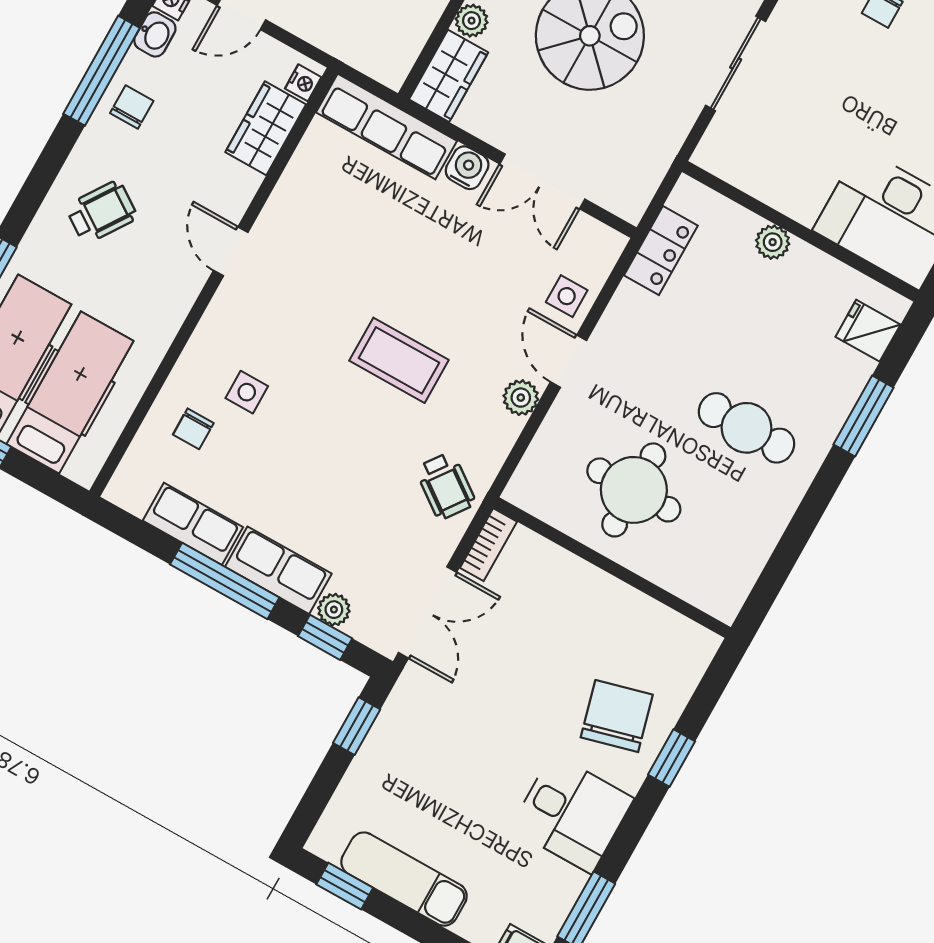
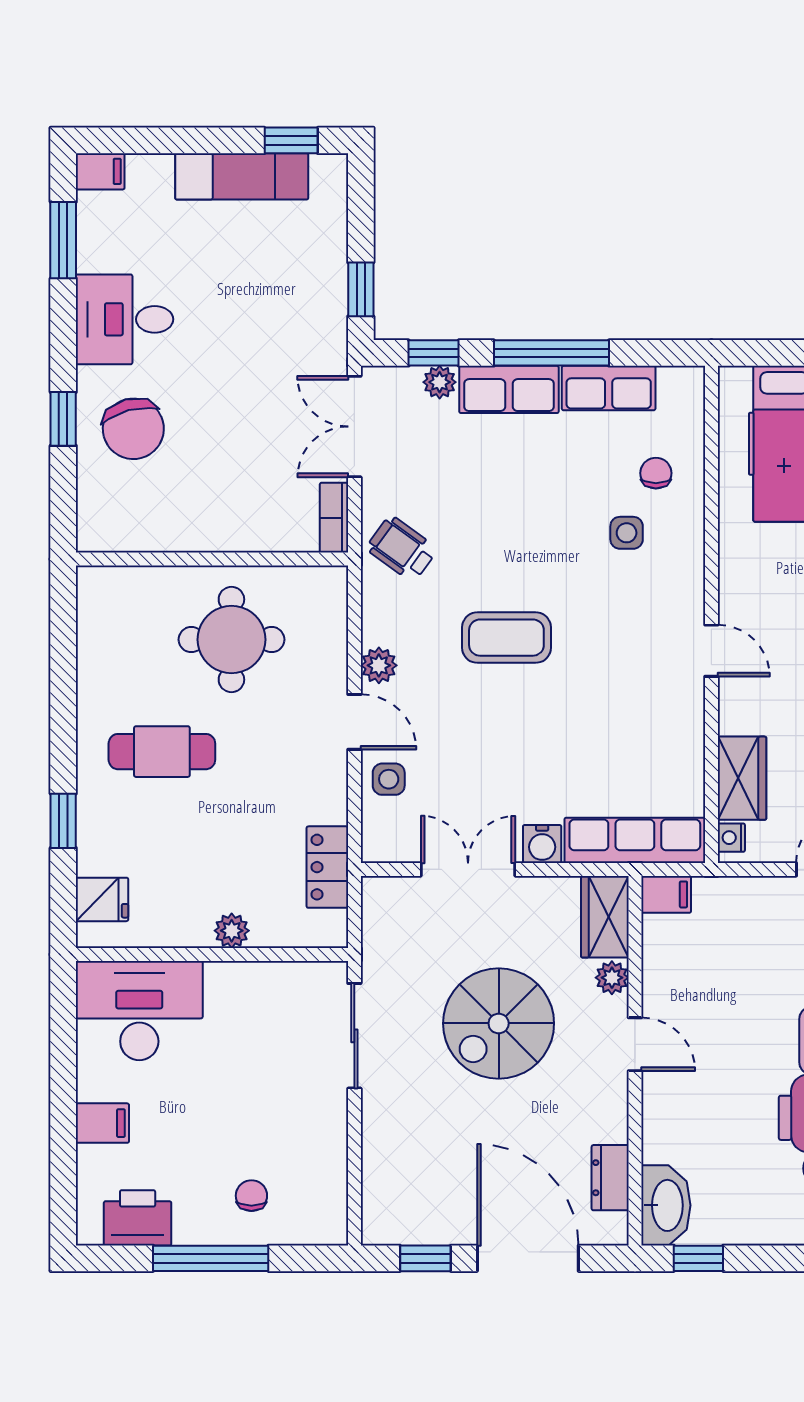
sliding door: (736, 63) -> (354, 1036), moved
filing cabinet: (386, 66) -> (666, 894), added
window: (864, 416) -> (63, 821), width x0.67

